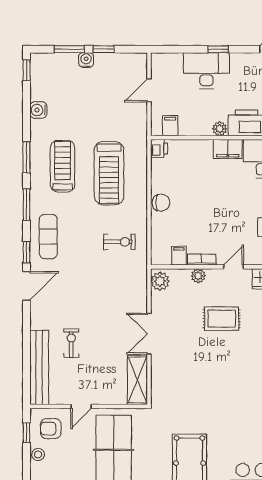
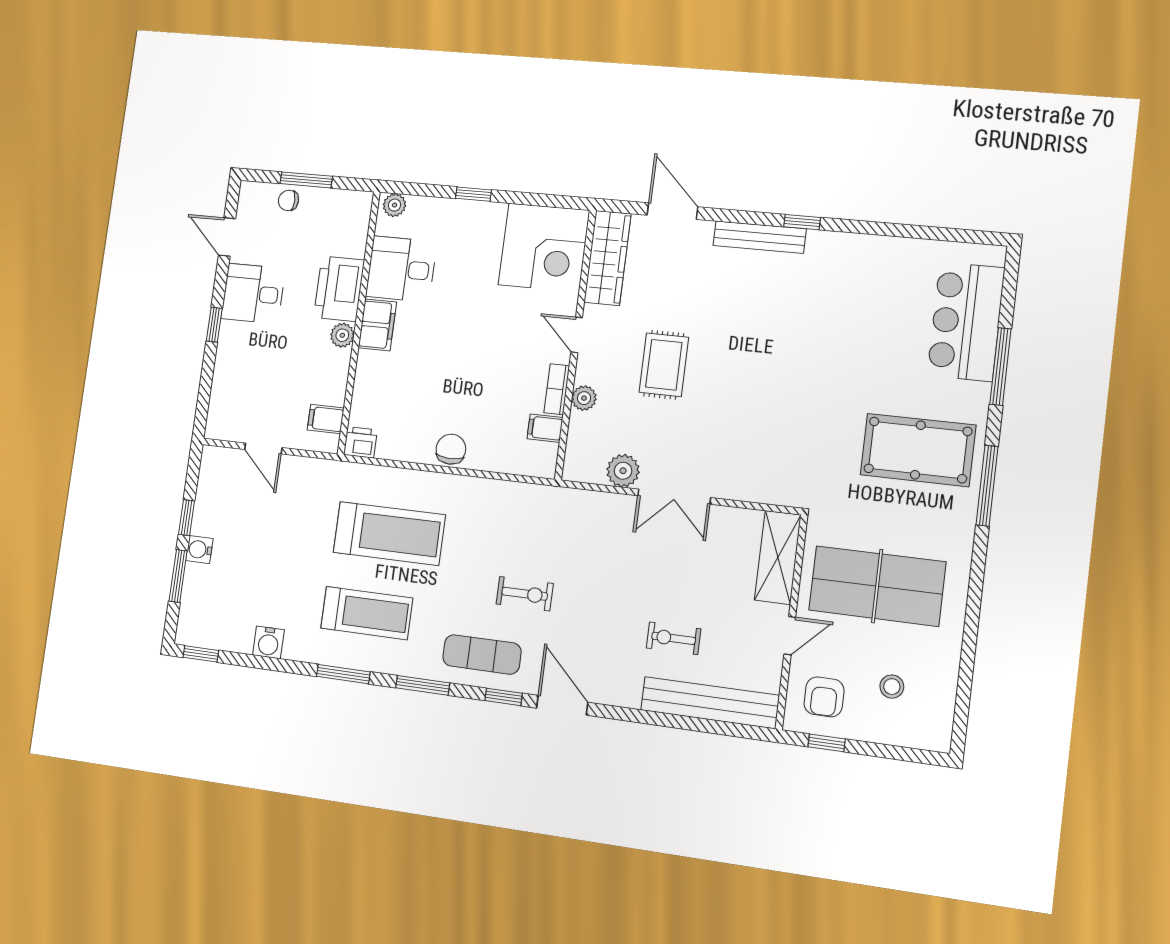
desk: (206, 71) -> (253, 294), moved, width x0.73
treadmill: (63, 166) -> (367, 613), turned 180
exercise bike: (119, 242) -> (525, 594), moved, turned 90
plant: (160, 281) -> (623, 471), moved
shelving: (137, 380) -> (778, 557), moved, turned 90
door: (81, 406) -> (790, 636), hinge flipped
stool: (38, 454) -> (892, 687), moved

